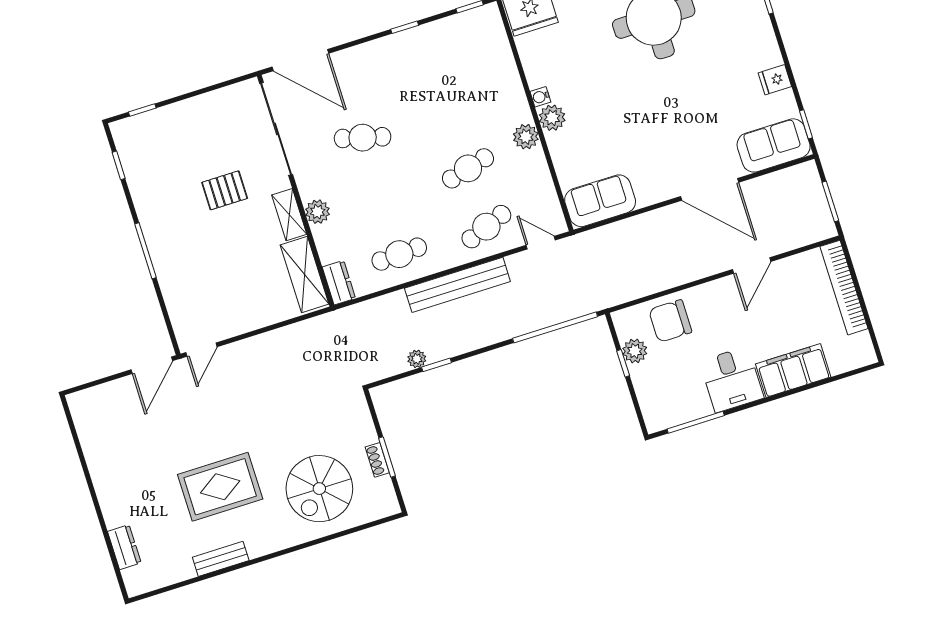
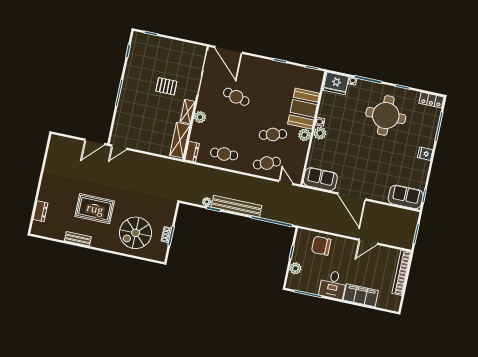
fridge: (775, 80) -> (425, 154), moved
booth: (497, 90) -> (304, 109), added
door: (710, 189) -> (352, 197), moved
bench: (457, 285) -> (236, 206), moved
plant: (635, 351) -> (295, 268), moved

